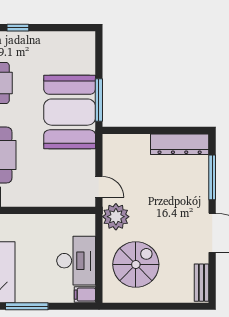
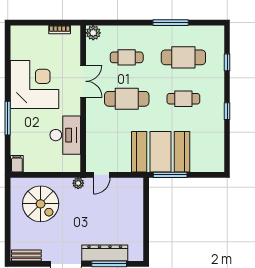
dresser: (180, 144) -> (105, 253), moved, turned 90
plant: (116, 217) -> (78, 183), width x0.53, depth x0.53
desk: (76, 261) -> (65, 135), moved, turned -90

